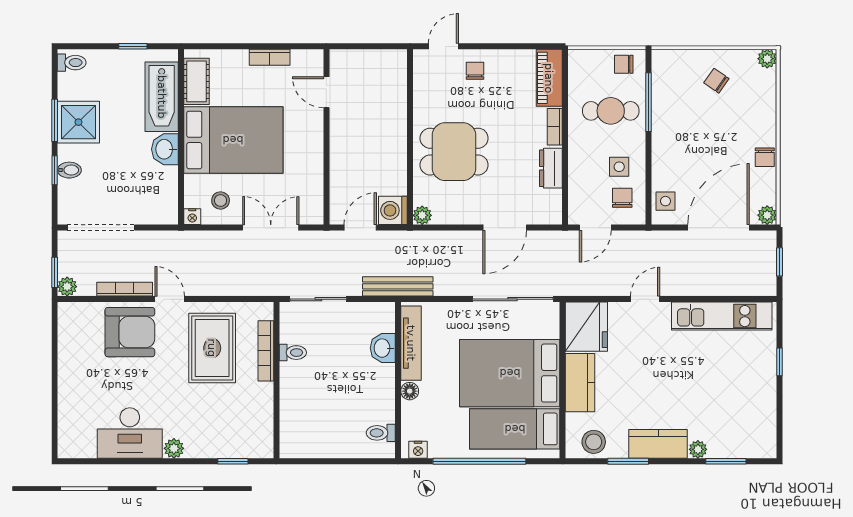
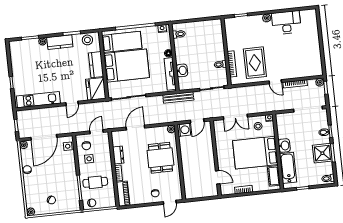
dining table: (454, 152) -> (160, 158), turned 90
armchair: (130, 332) -> (291, 66), removed

